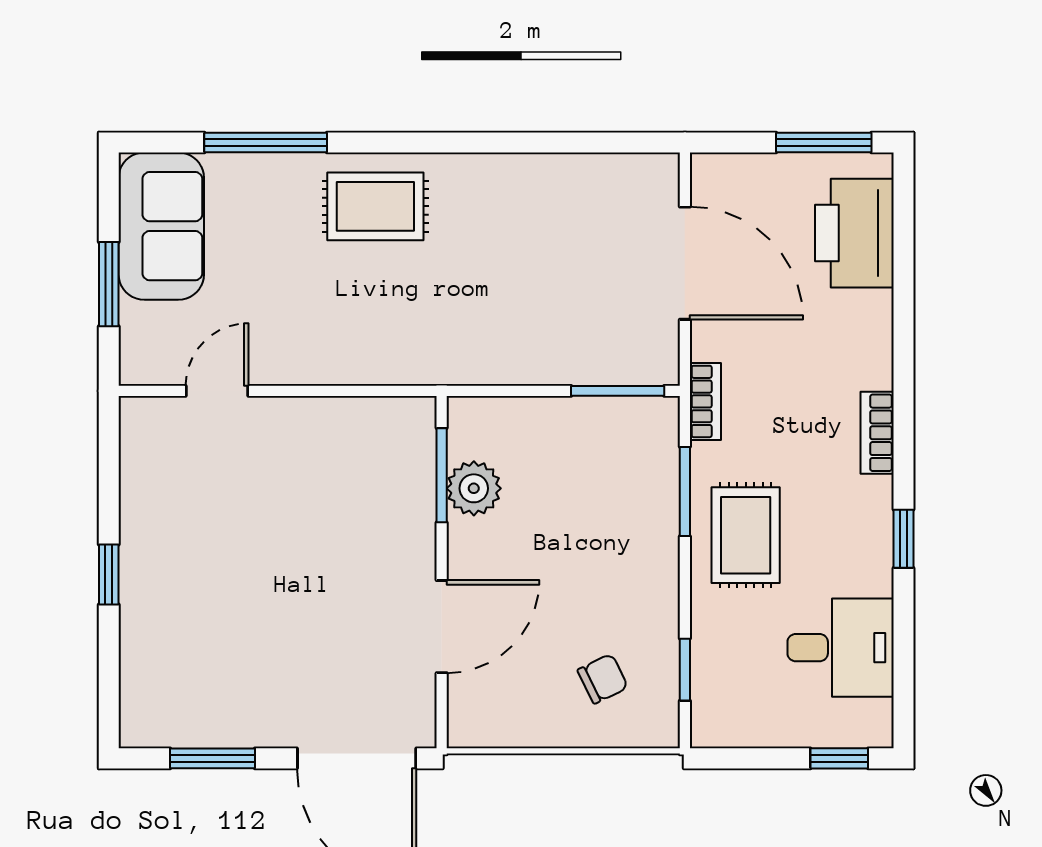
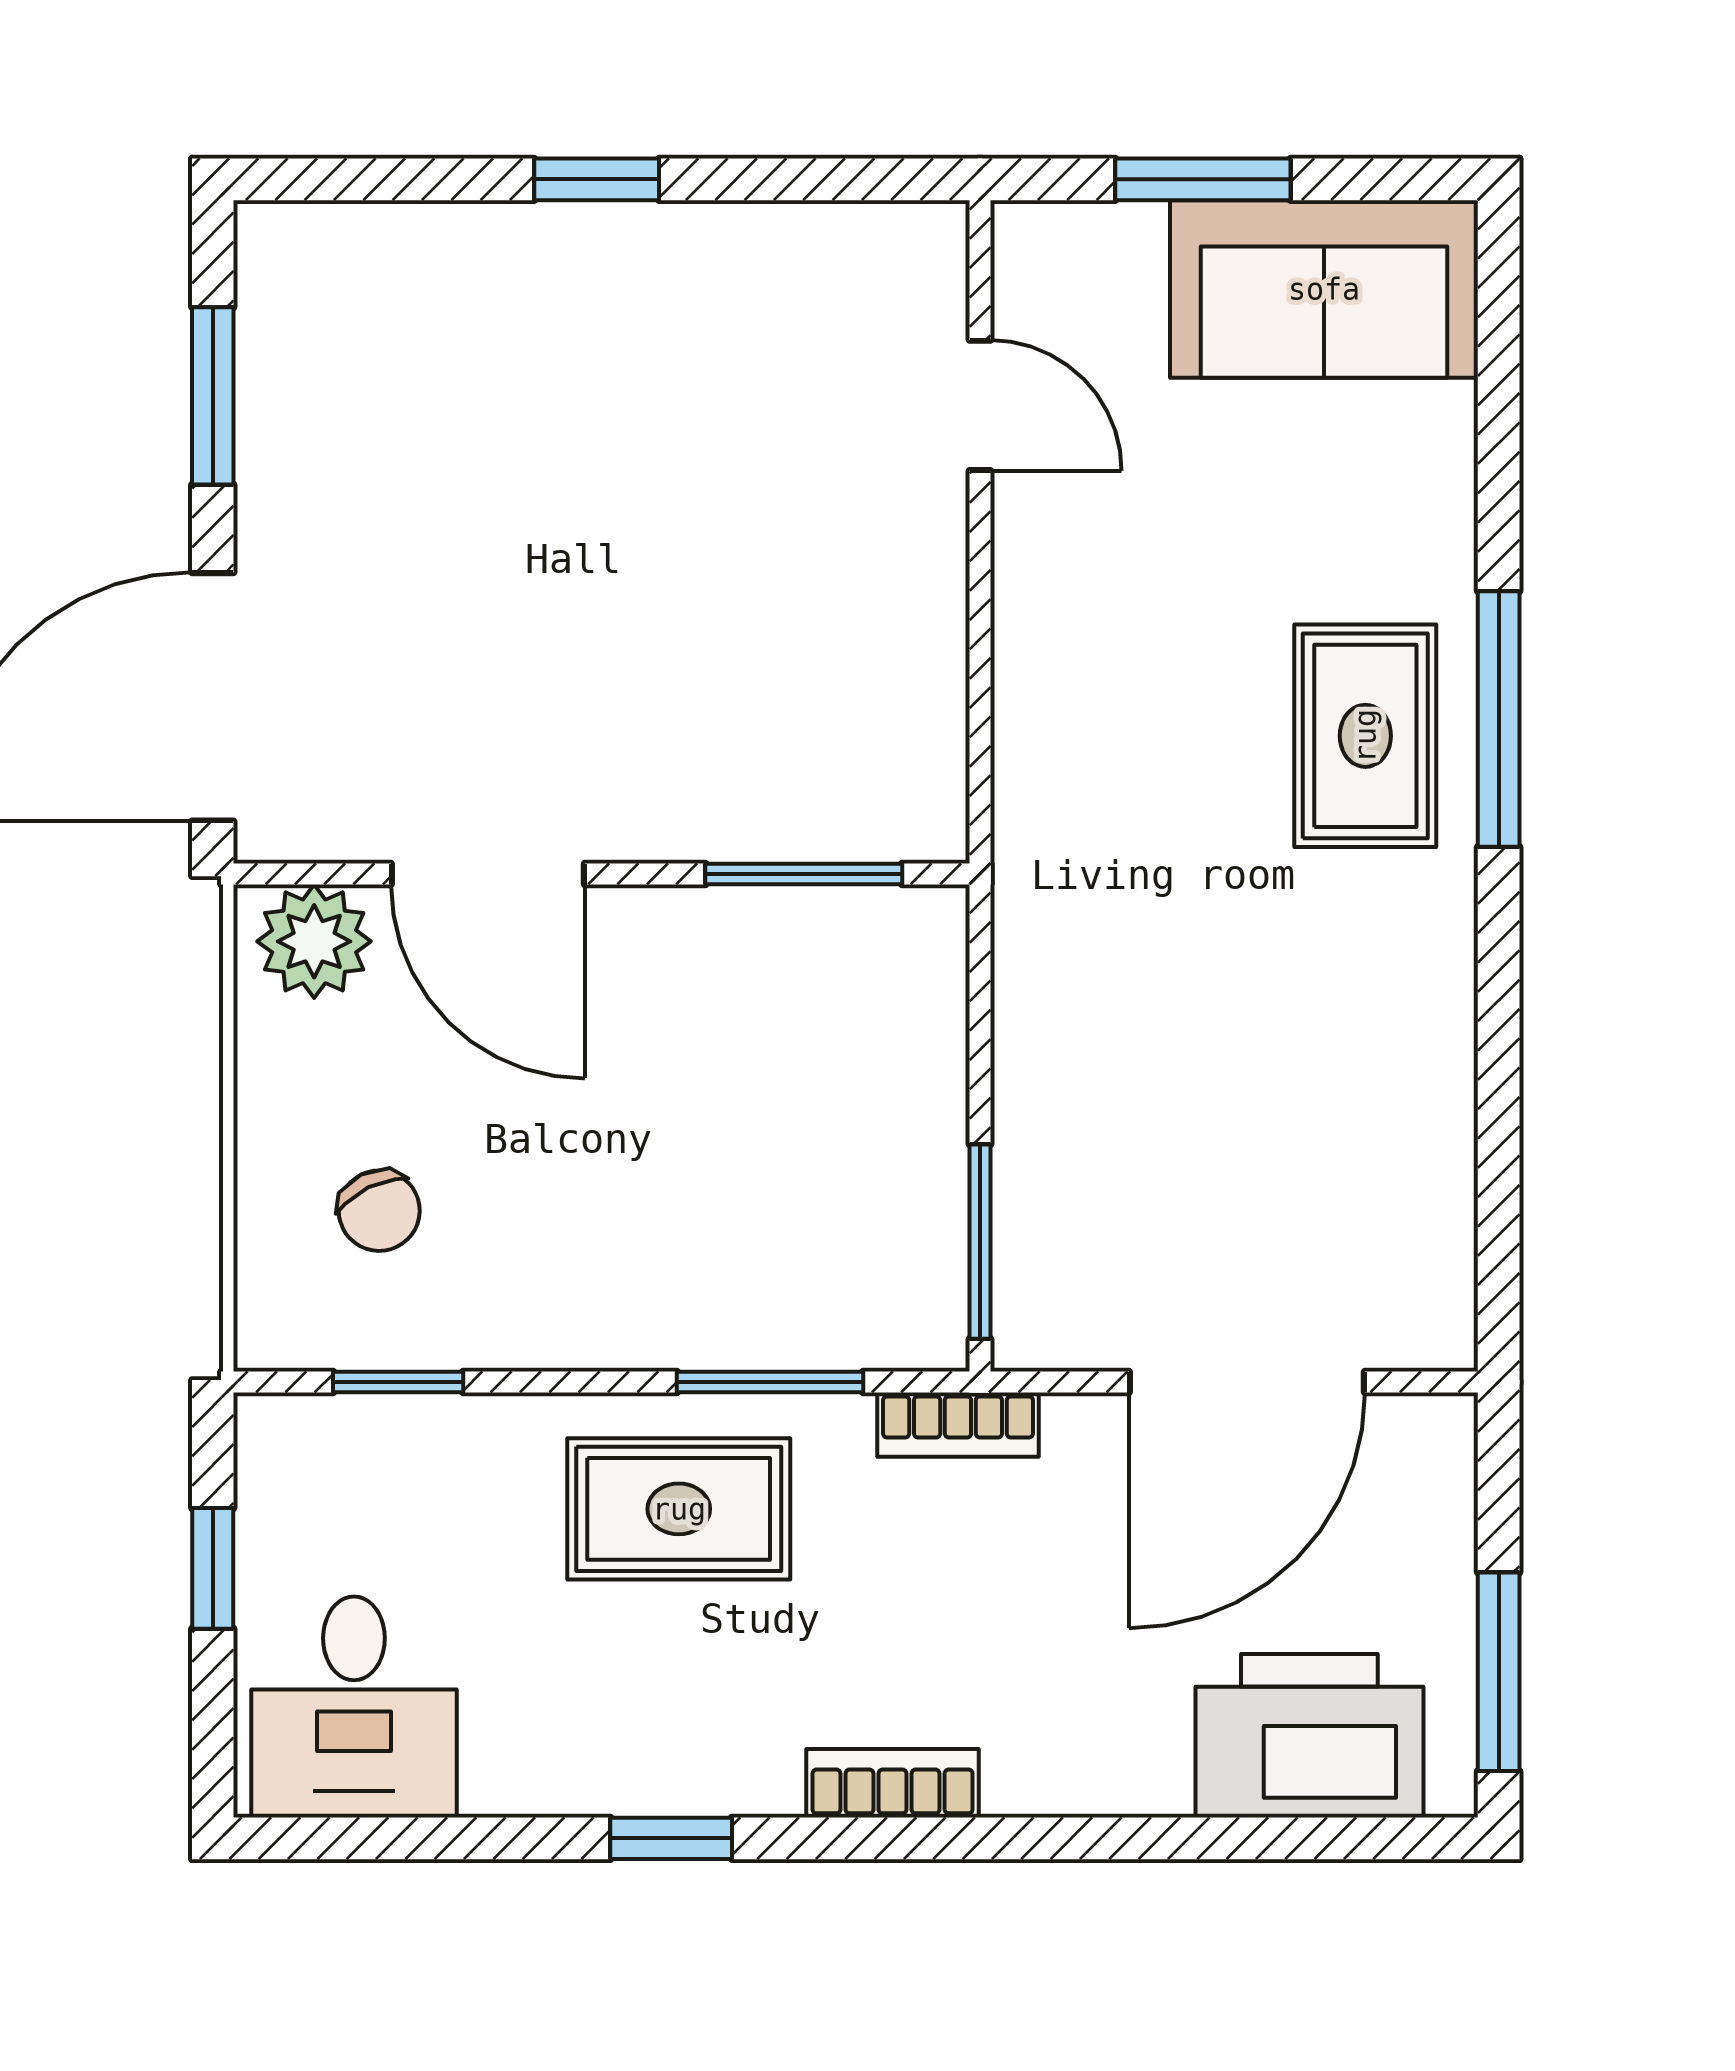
window: (266, 142) -> (1499, 719), moved
plant: (474, 488) -> (314, 941), moved
desk: (841, 648) -> (354, 1707), moved
window: (839, 758) -> (213, 1568), moved

